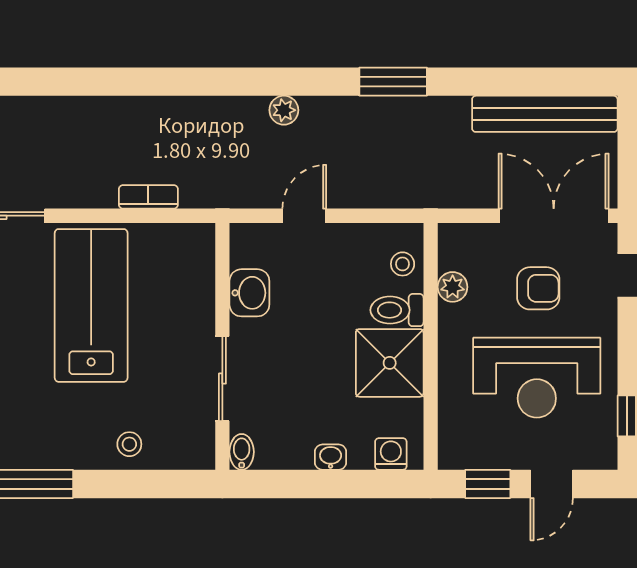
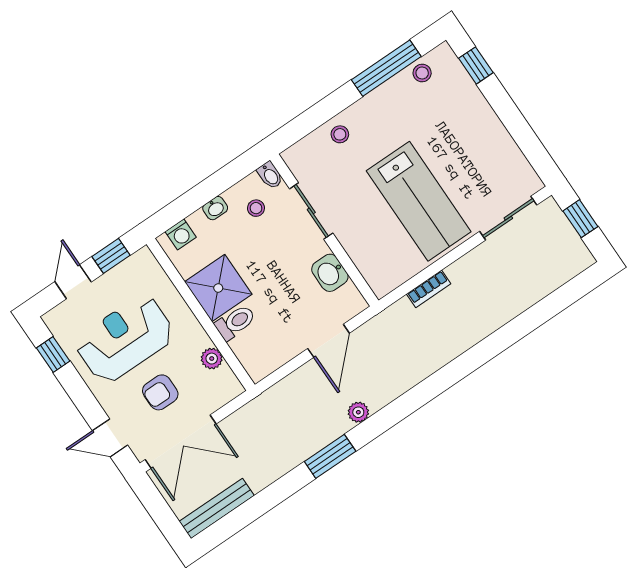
plant: (284, 110) -> (358, 412), moved
bench: (545, 114) -> (217, 508), width x0.73, depth x0.82
door: (304, 216) -> (328, 341), width x1.38
stool: (403, 264) -> (256, 208), moved

